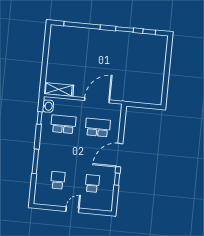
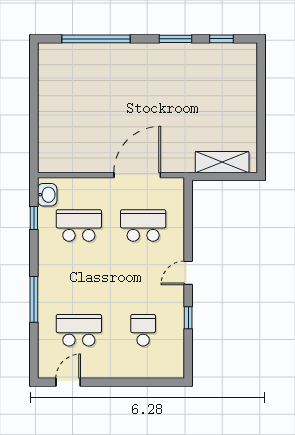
shelving: (59, 90) -> (222, 162), moved
door: (119, 155) -> (188, 273), width x0.53
school desk: (58, 180) -> (79, 330), width x1.85
door: (72, 210) -> (68, 382), moved

